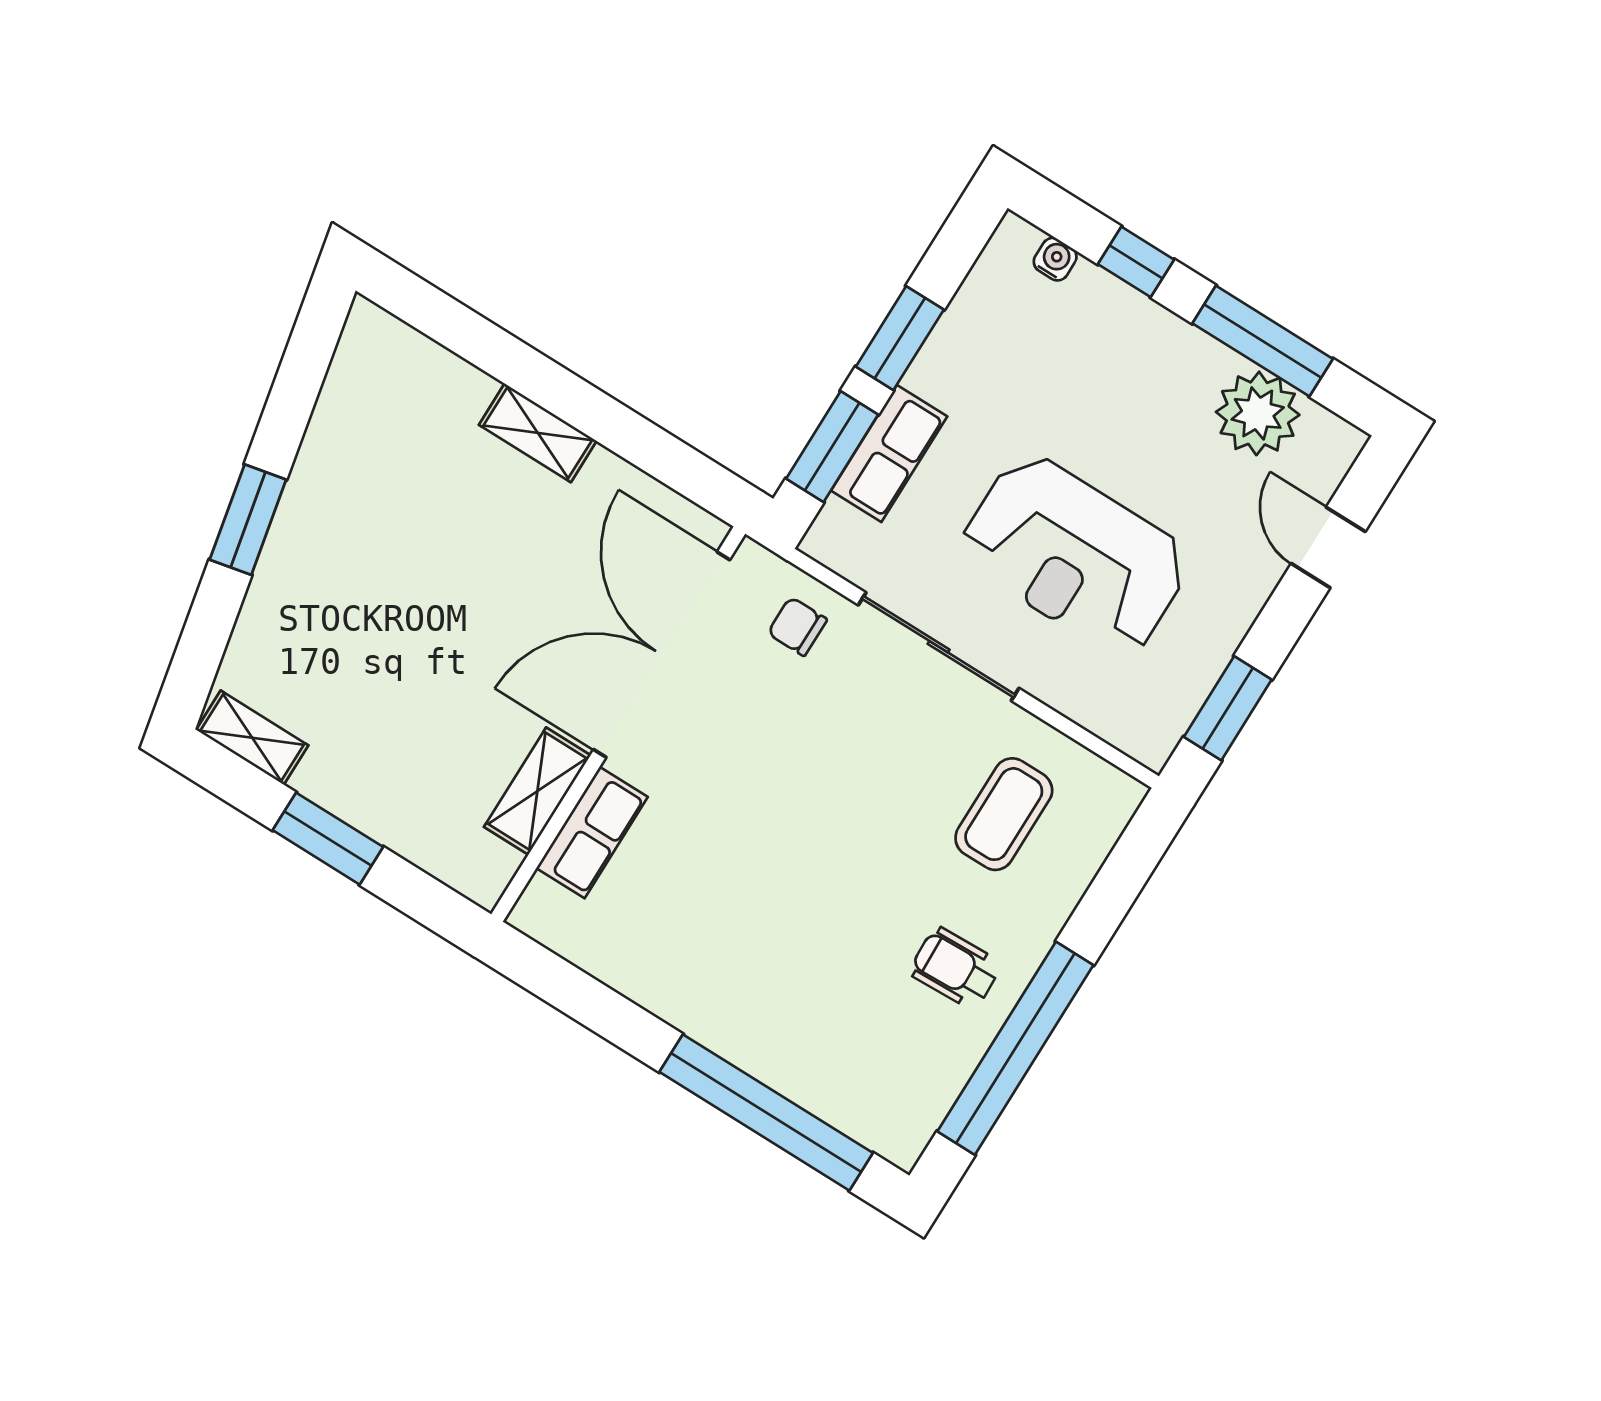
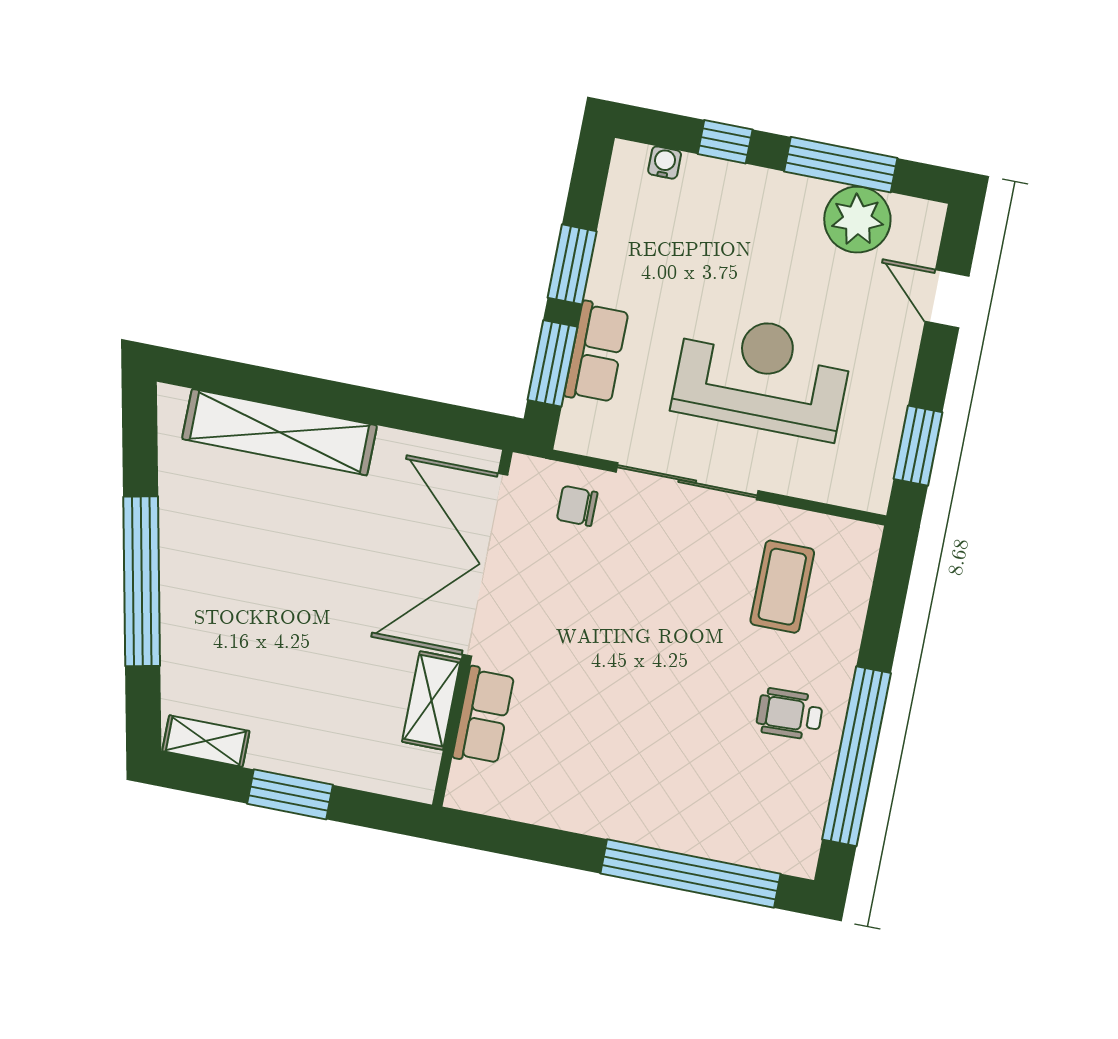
shelving: (538, 433) -> (279, 432), width x2.20, depth x1.33
window: (248, 520) -> (142, 581), width x2.11
reception desk: (1075, 555) -> (762, 375), turned 180

